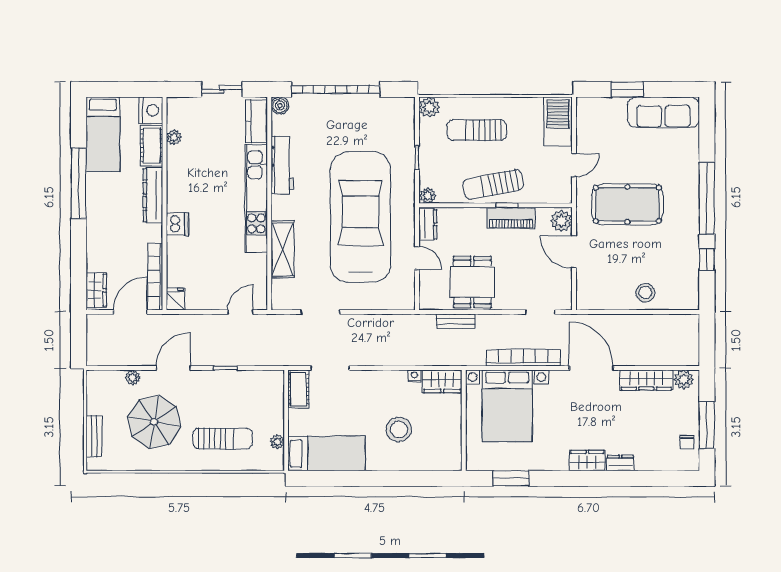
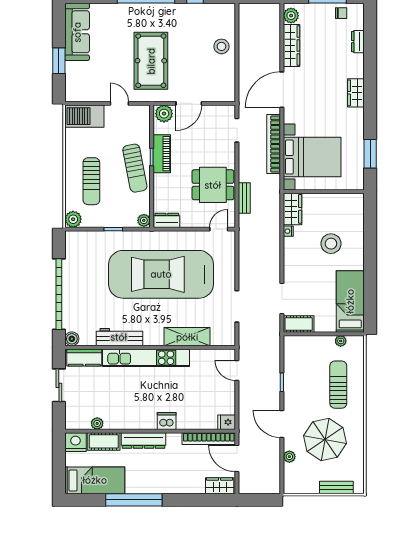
door: (417, 258) -> (219, 229), moved
dresser: (620, 463) -> (358, 42), moved

